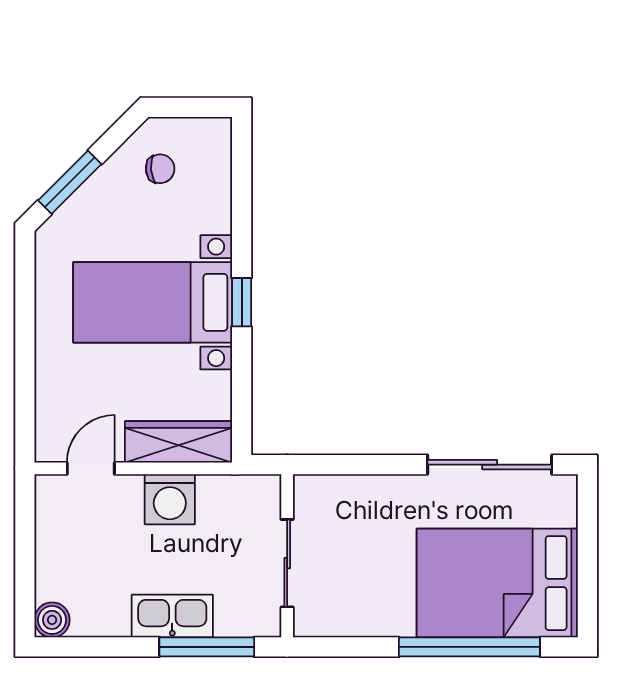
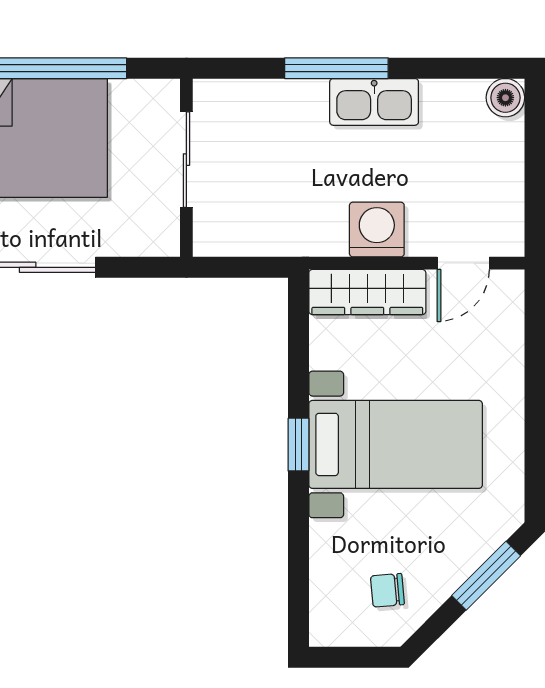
wall: (287, 556) -> (186, 168), moved
sliding door: (287, 563) -> (186, 160), moved

